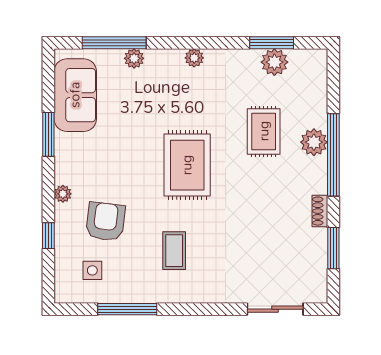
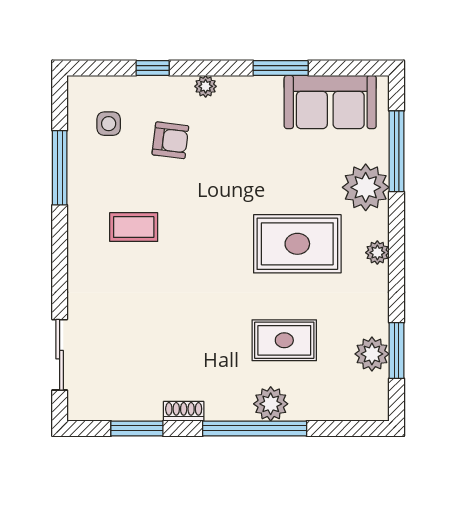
plant: (134, 58) -> (366, 187), width x1.87, depth x1.87
rug: (187, 165) -> (297, 244), moved
armchair: (105, 222) -> (170, 140), width x0.72, depth x0.72

